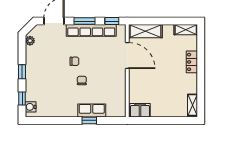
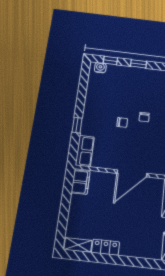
door: (127, 56) -> (132, 173), moved
locker: (192, 62) -> (106, 247), moved
row of seats: (92, 110) -> (85, 151), moved

